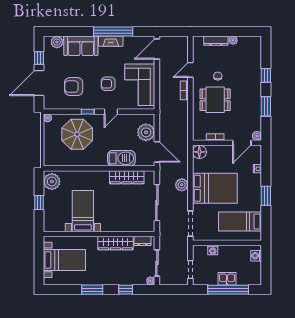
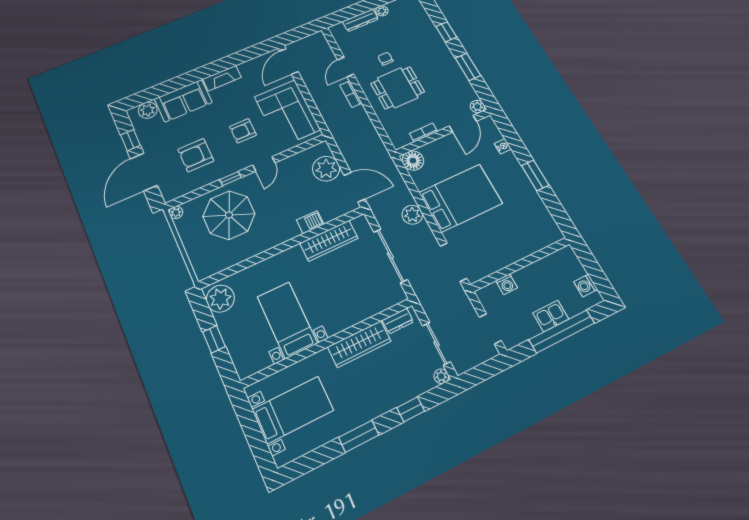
window: (113, 32) -> (220, 66), removed
barbecue: (121, 158) -> (310, 222), width x0.53, depth x0.65
bed: (240, 221) -> (521, 226), removed
washing machine: (256, 256) -> (586, 286), moved

